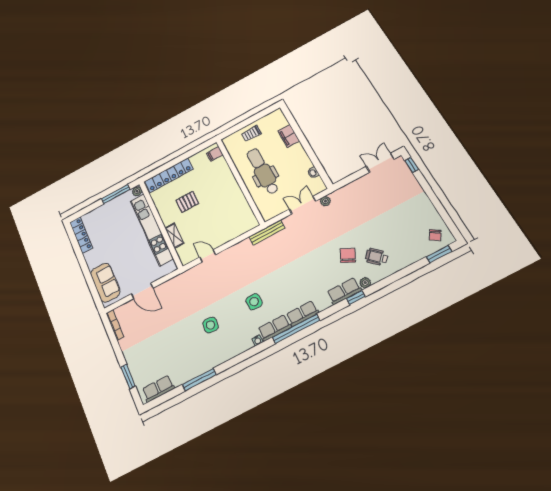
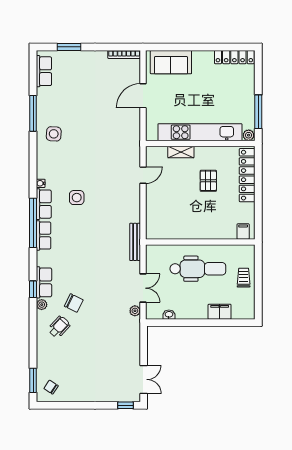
side table: (211, 325) -> (54, 134), moved

